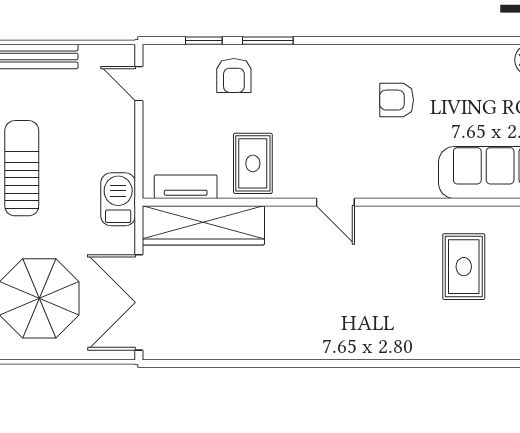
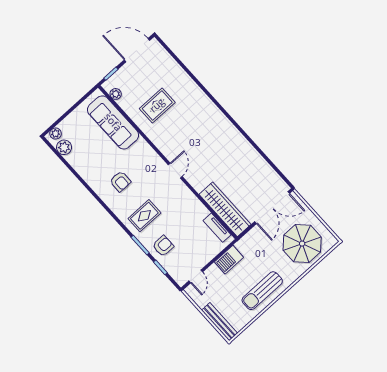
rug: (253, 163) -> (144, 216), moved
barbecue: (118, 199) -> (229, 260), moved

